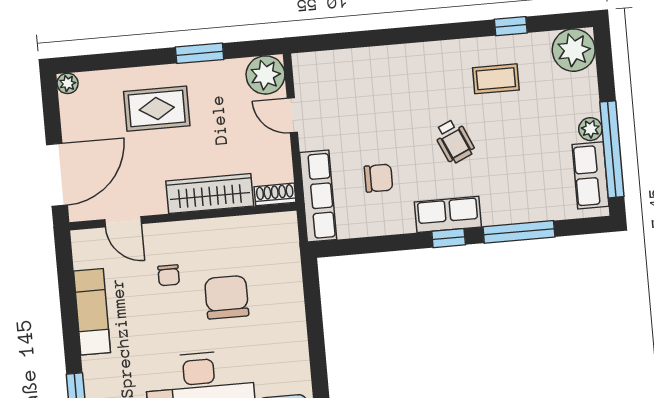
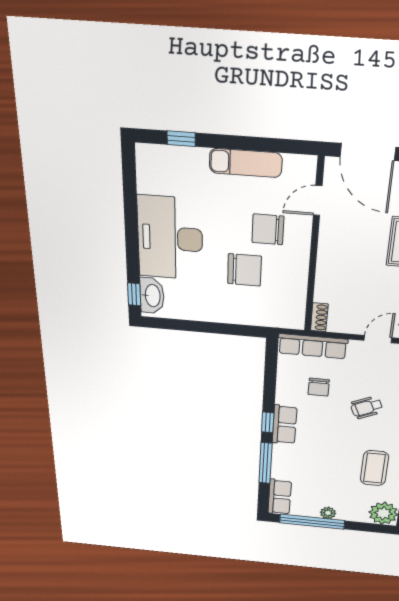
coffee table: (496, 79) -> (374, 468), width x1.36, depth x1.30
wheelchair: (454, 141) -> (367, 407), moved
row of seats: (590, 175) -> (280, 497), moved, turned 90
wardrobe: (210, 193) -> (329, 271), removed
chair: (169, 275) -> (268, 229), width x1.87, depth x1.87

